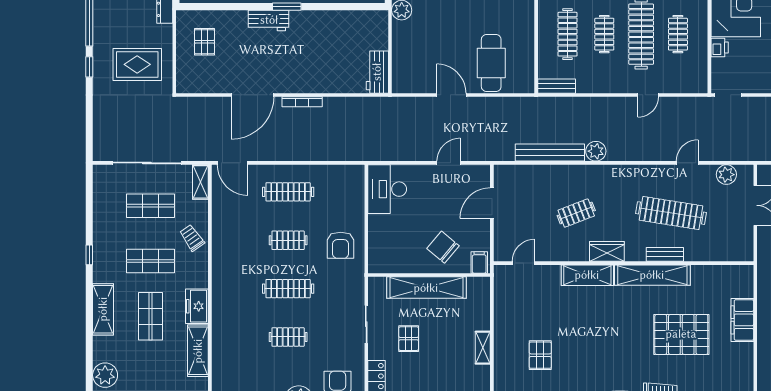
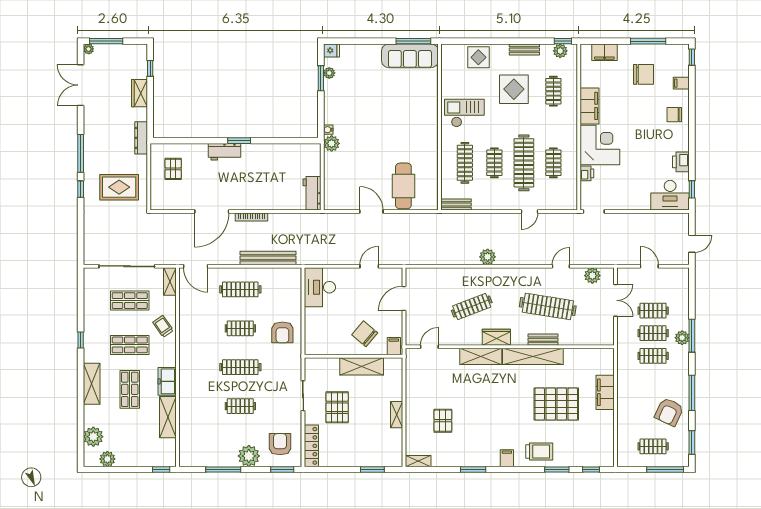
bench: (550, 153) -> (268, 258), moved
clothes rail: (576, 213) -> (472, 306), width x1.36
shelving: (426, 288) -> (362, 366), width x0.68
pallet: (409, 339) -> (337, 407), width x1.50, depth x1.42

